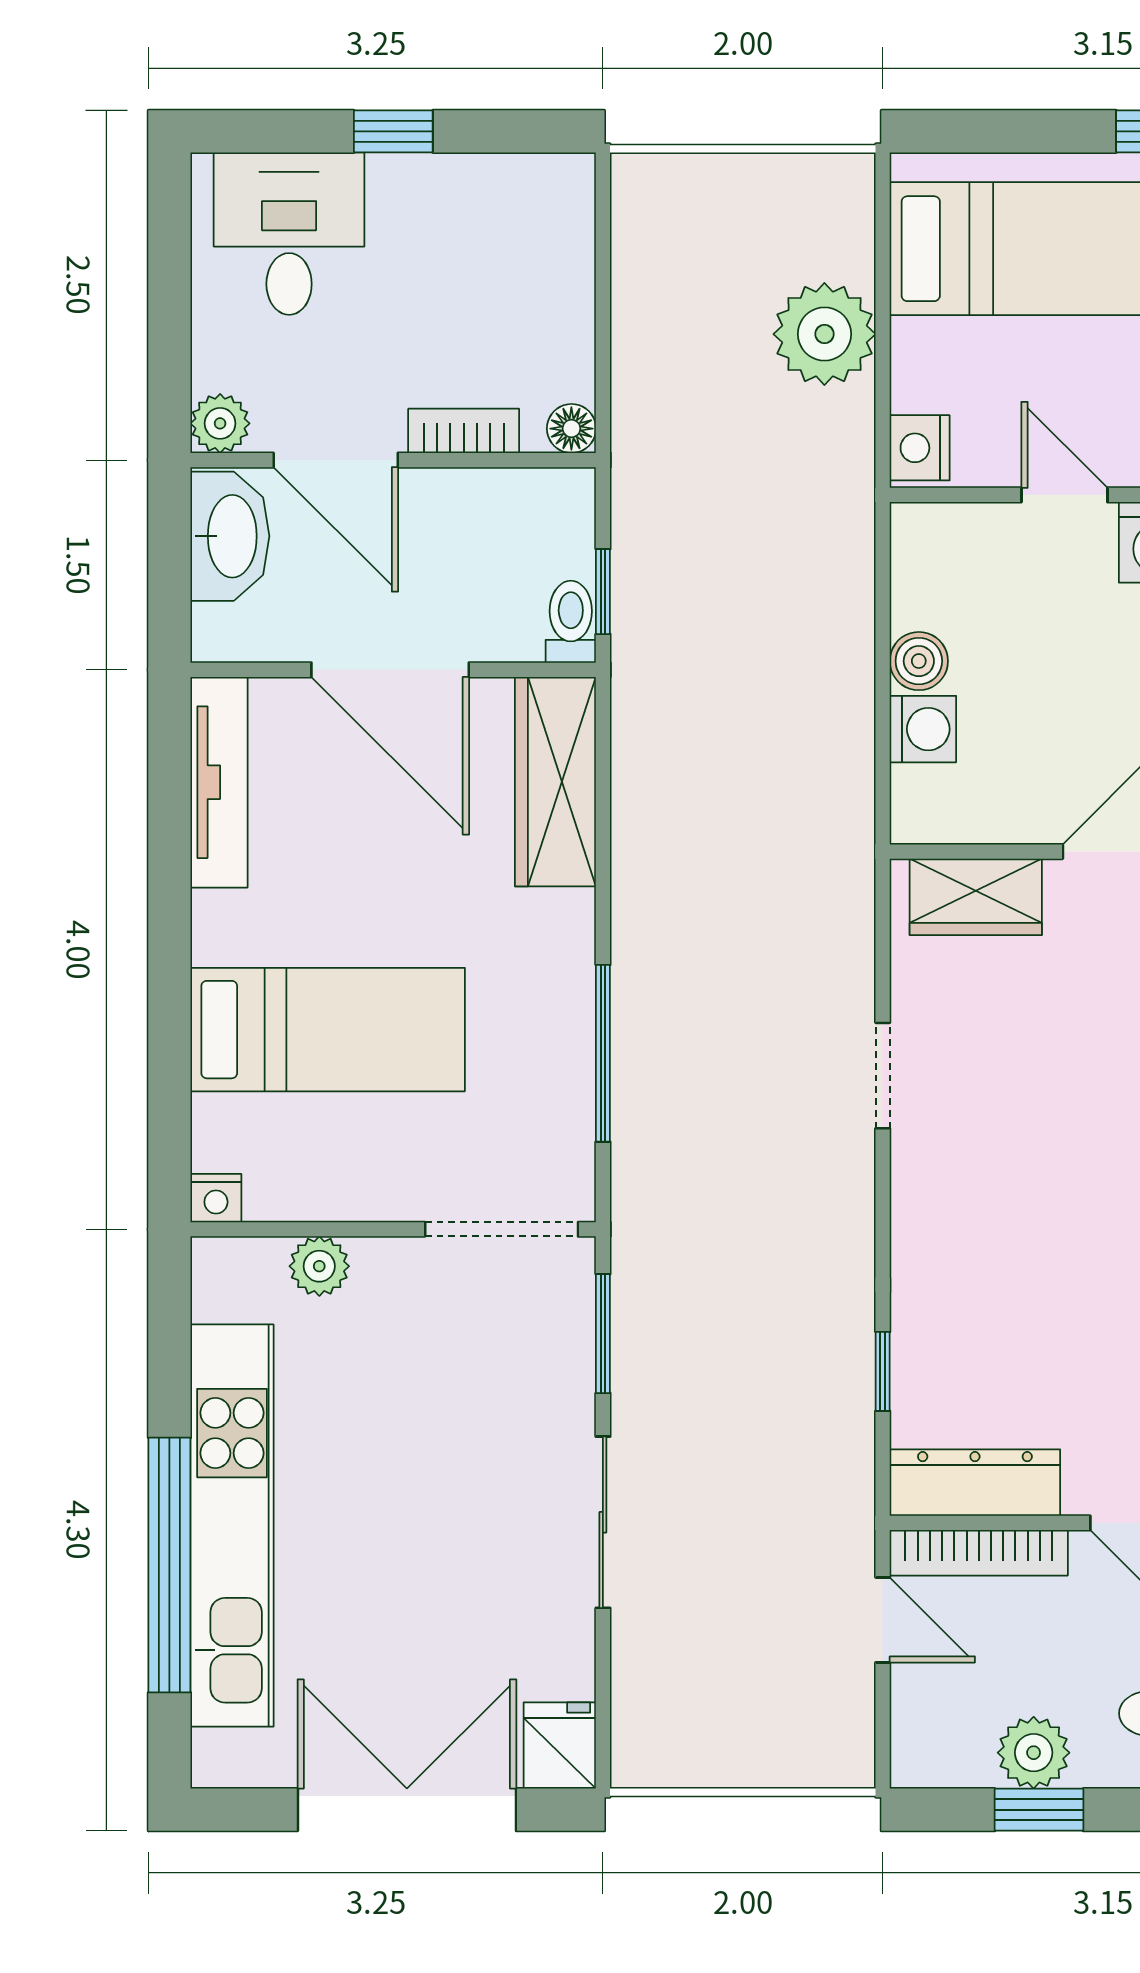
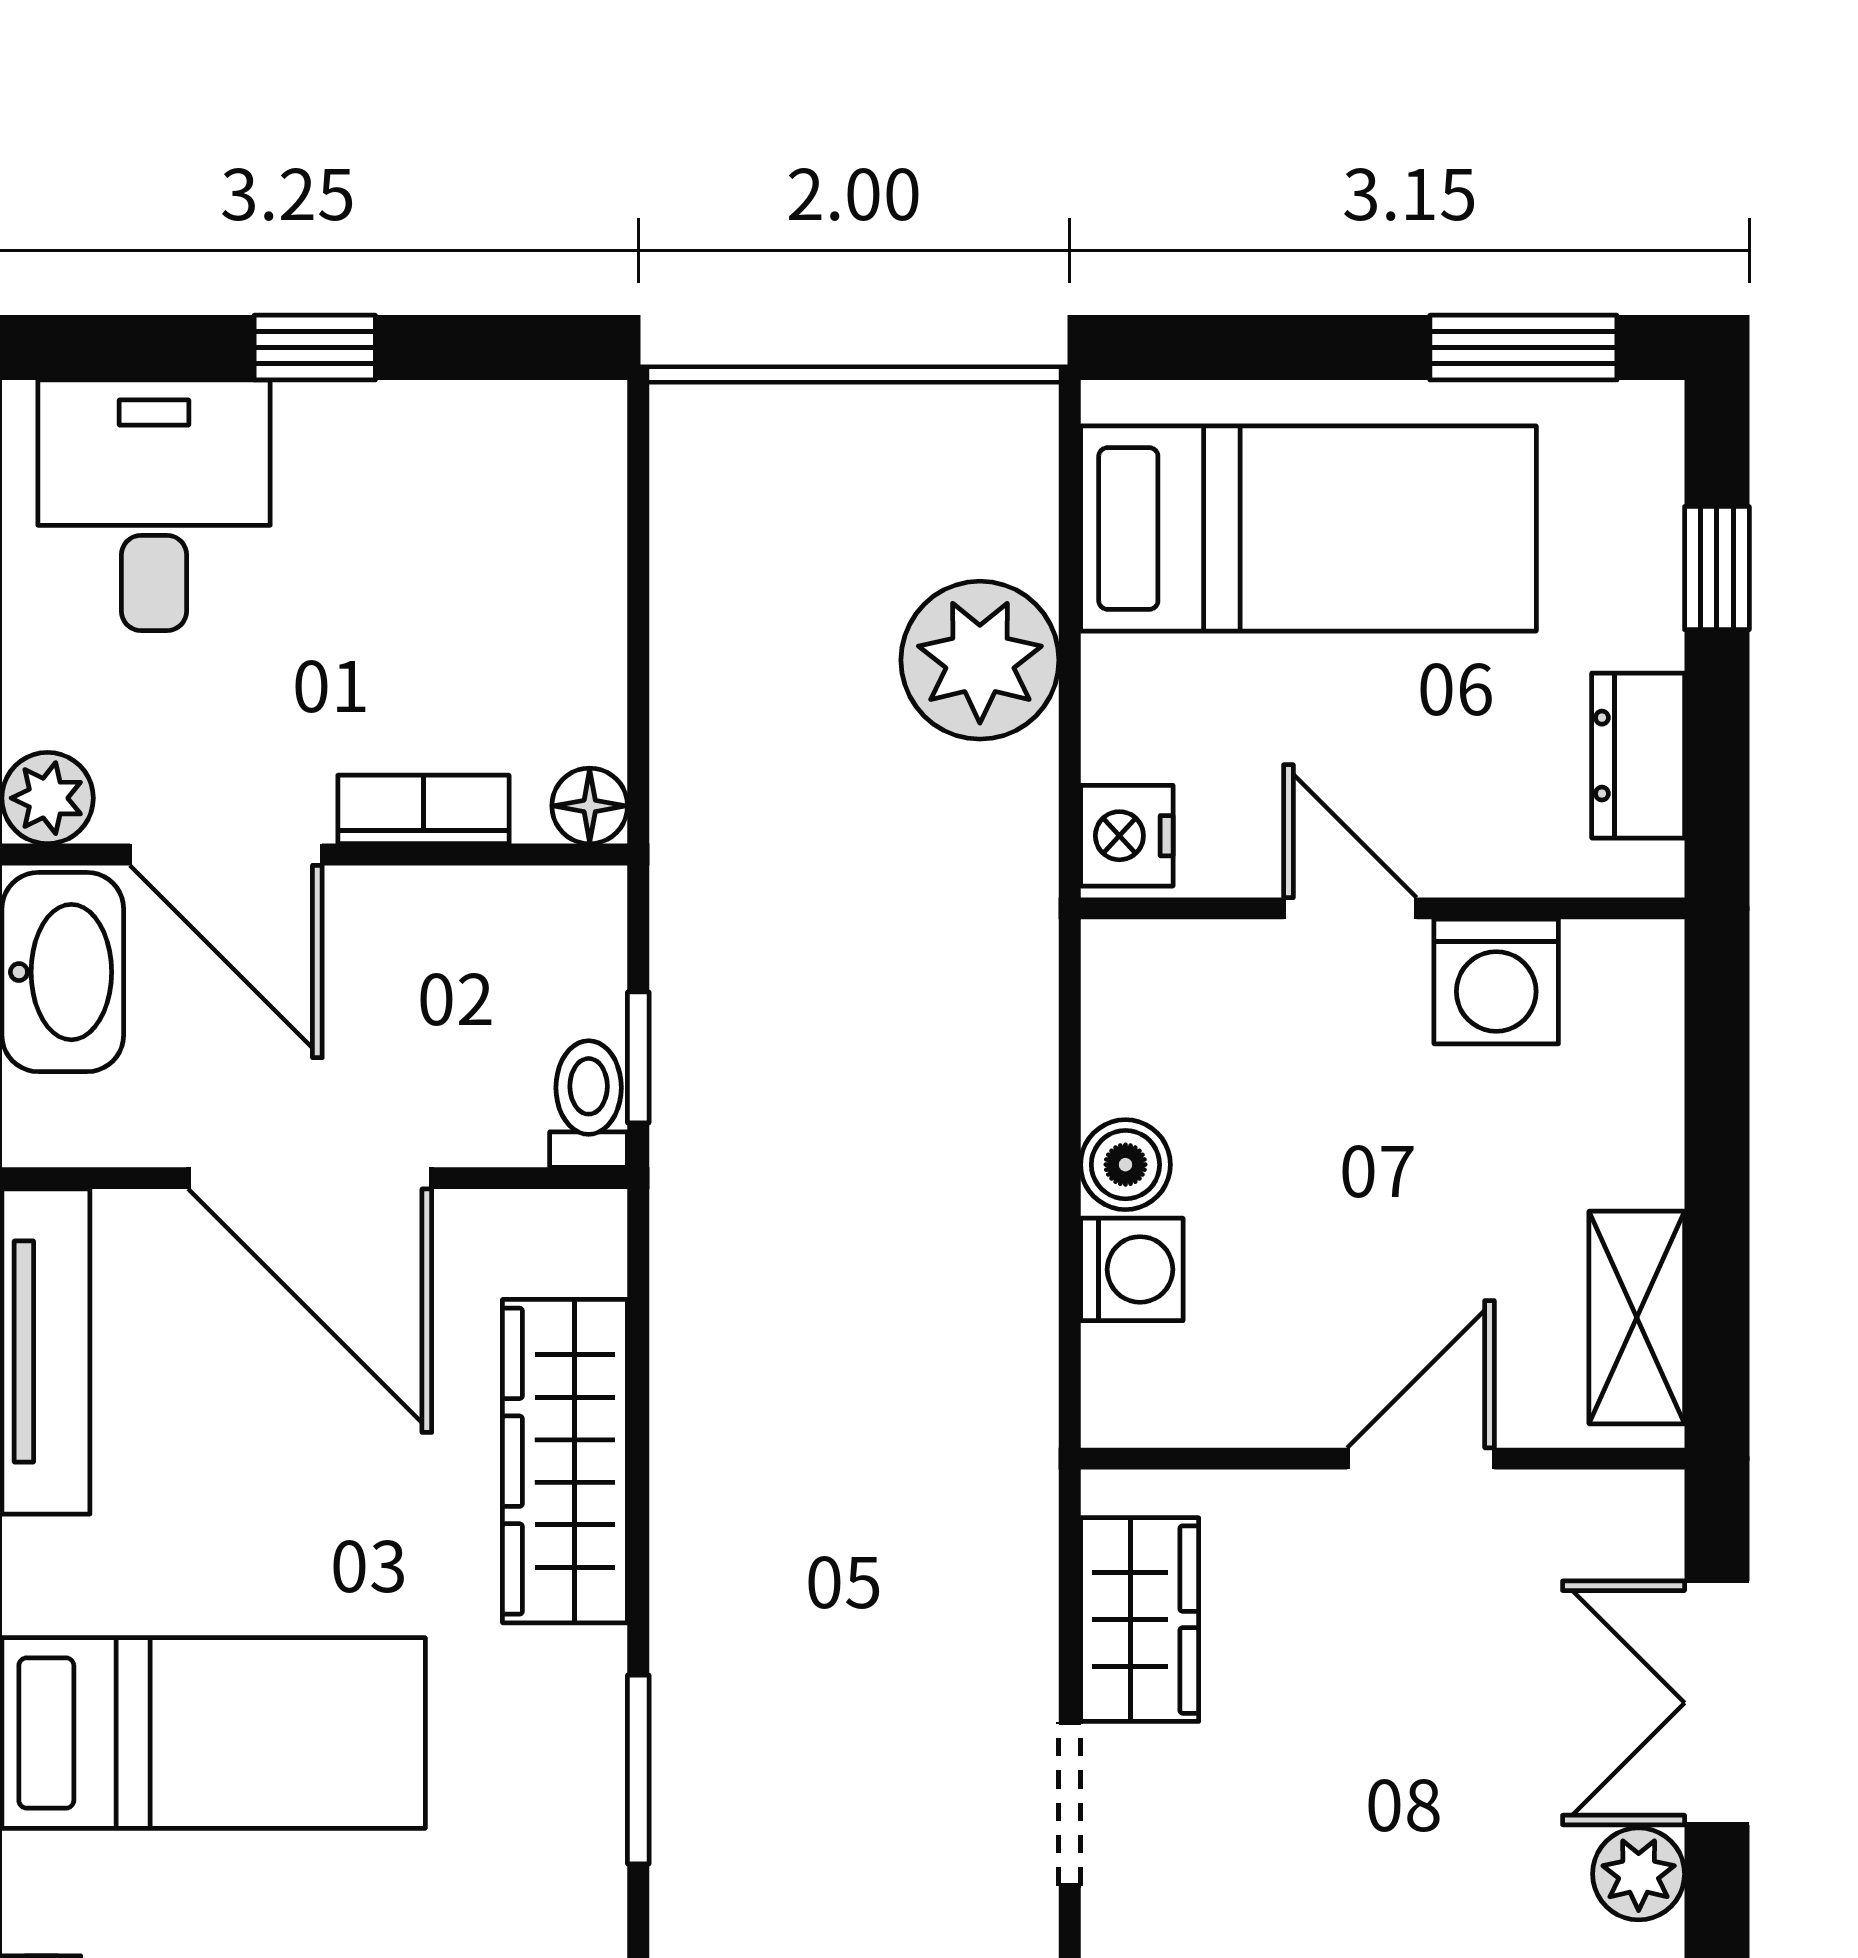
wardrobe: (555, 782) -> (565, 1461), moved
wardrobe: (976, 897) -> (1140, 1620), moved, turned -90
window: (603, 1053) -> (638, 1770), width x0.69

